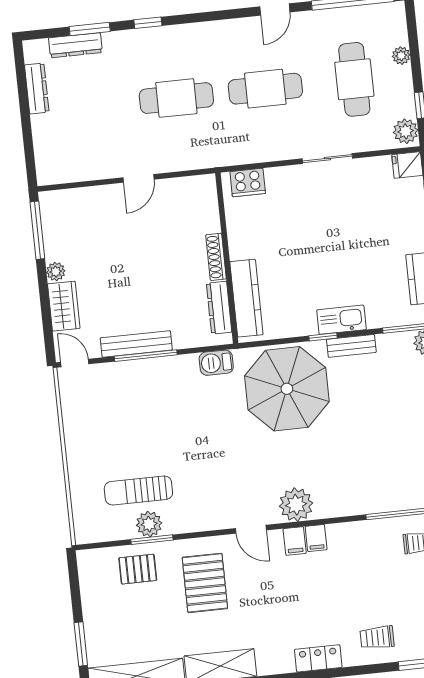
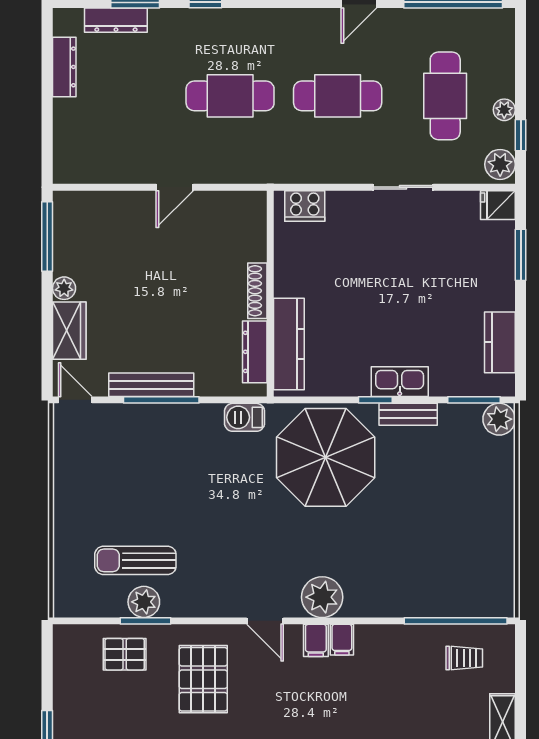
plant: (401, 56) -> (504, 110), moved

